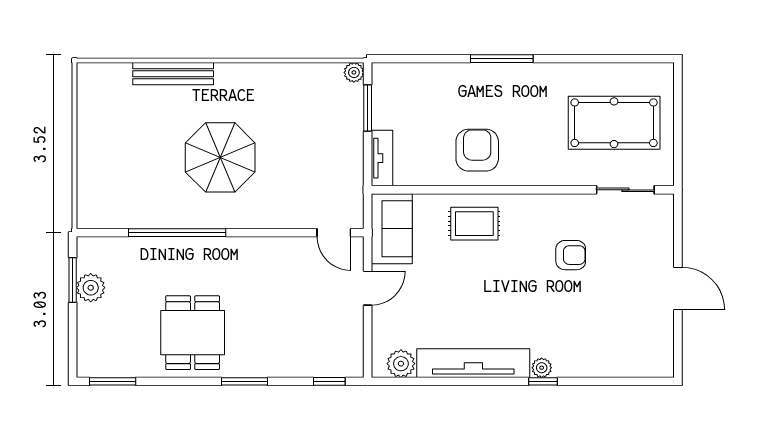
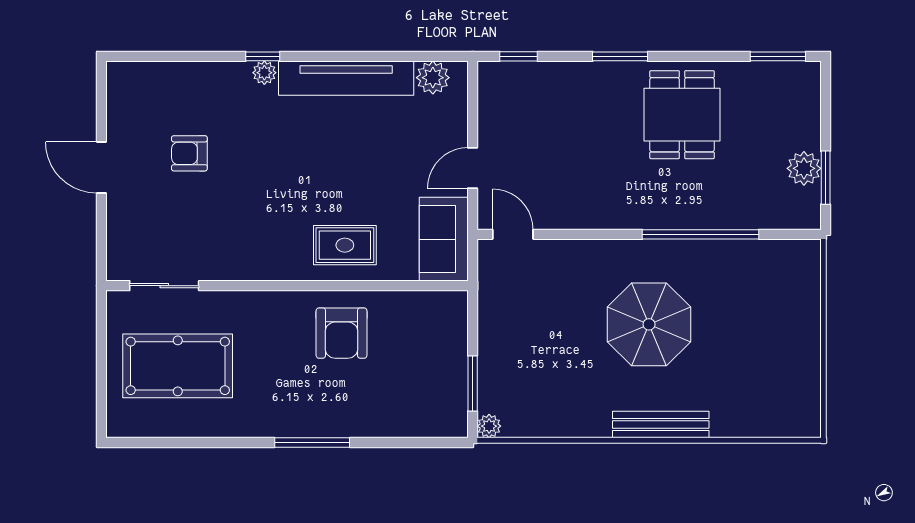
bench: (173, 74) -> (661, 425), moved
tv unit: (382, 158) -> (455, 324), removed
armchair: (571, 255) -> (189, 153), moved

